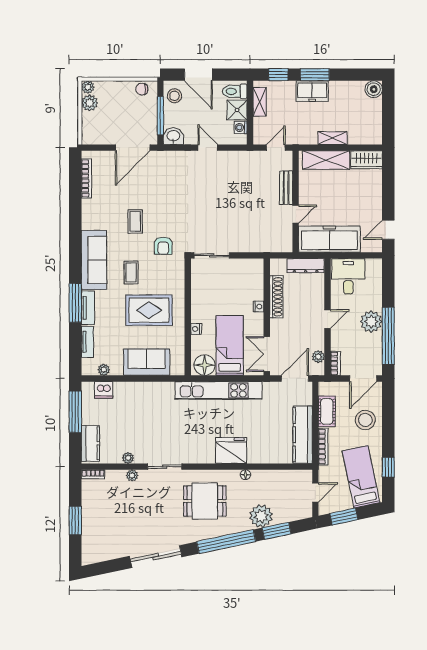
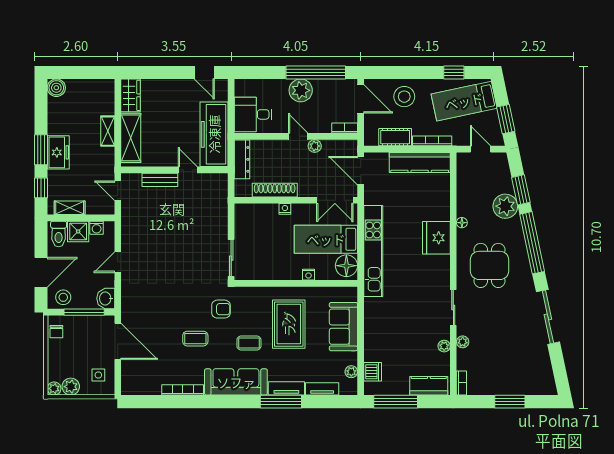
side table: (101, 129) -> (98, 375), added
bookcase: (86, 178) -> (183, 390), moved
plant: (318, 357) -> (315, 146), moved

